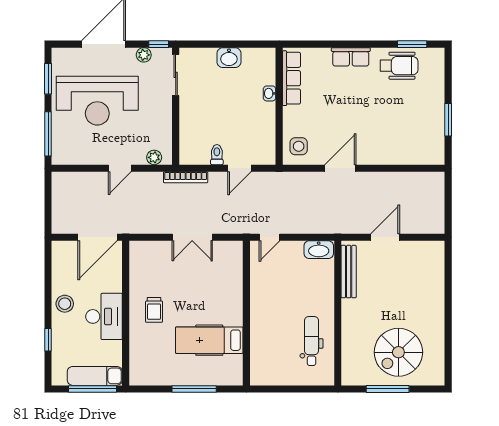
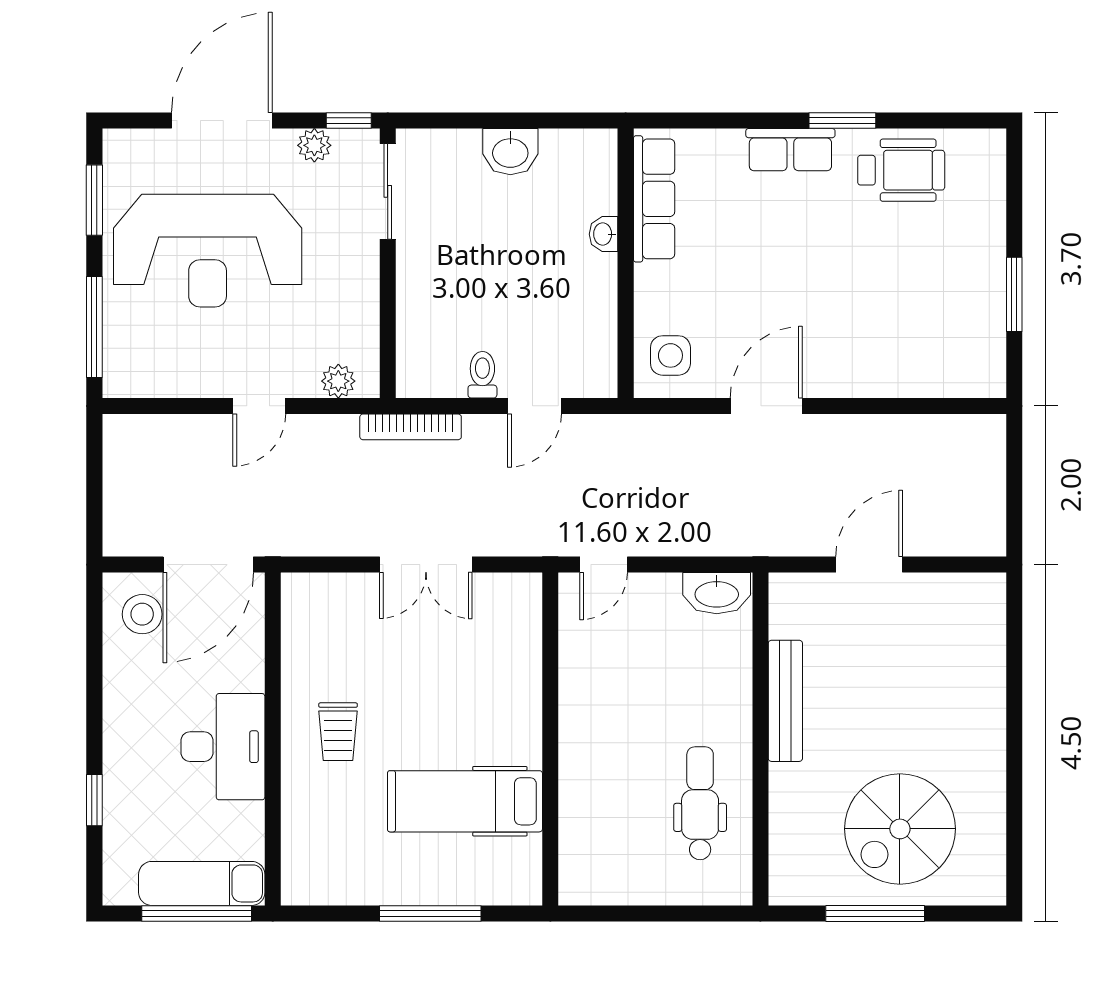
window: (412, 44) -> (842, 121), moved
bench: (349, 272) -> (785, 701), moved
stool: (65, 304) -> (142, 614), moved

